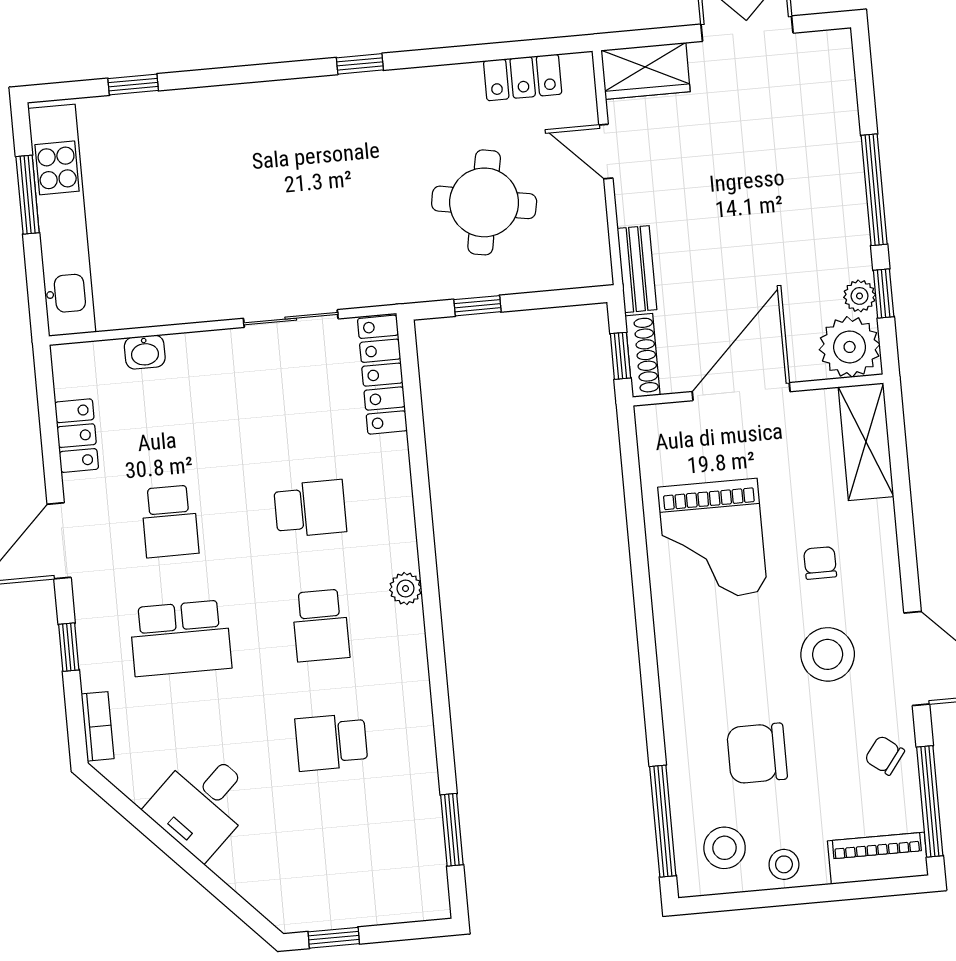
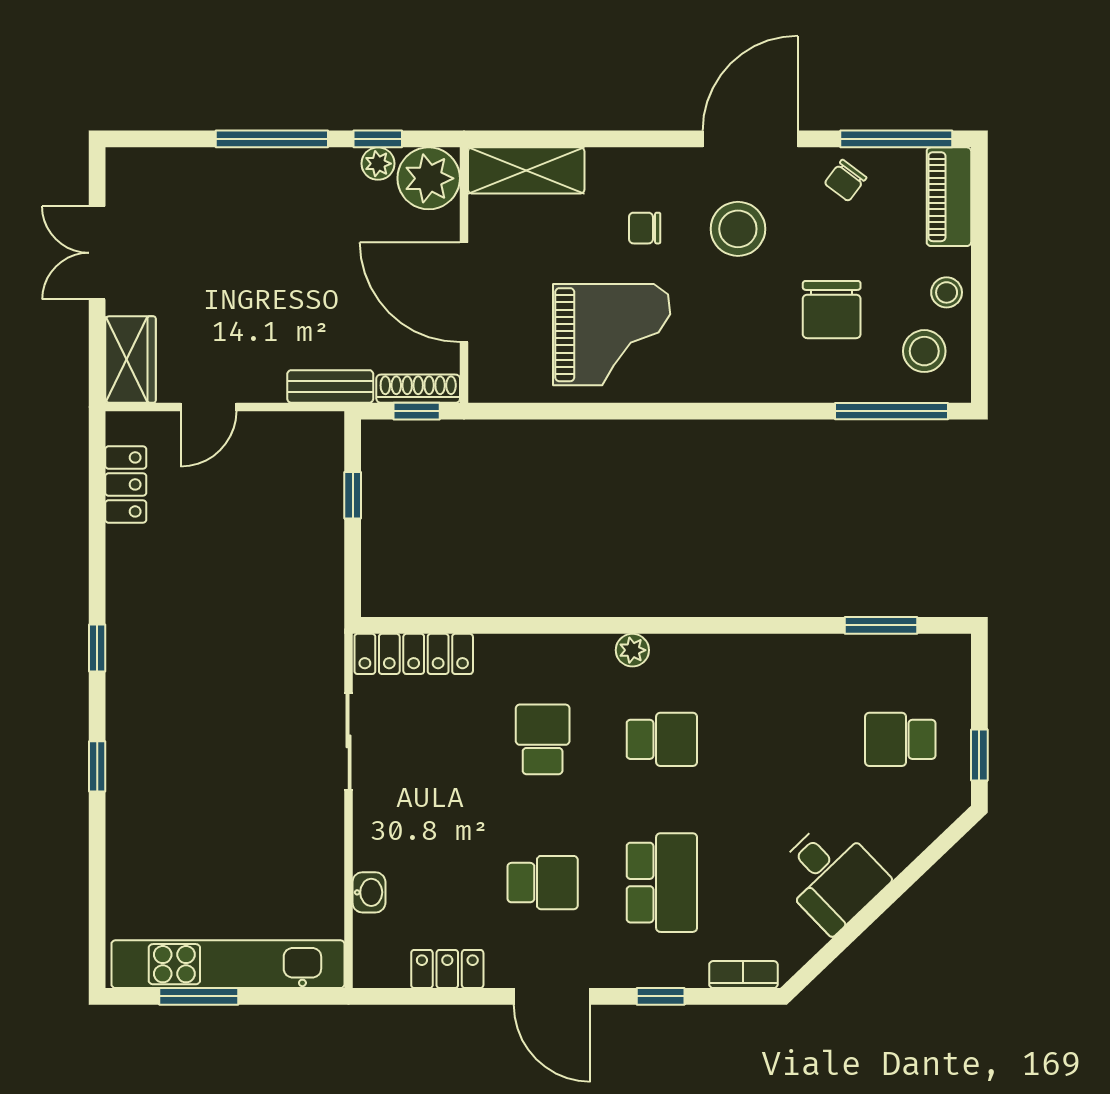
window: (133, 85) -> (97, 766), moved
round table: (484, 202) -> (249, 535), removed
window: (477, 306) -> (353, 495), moved
school desk: (331, 742) -> (900, 739), moved, turned 90

